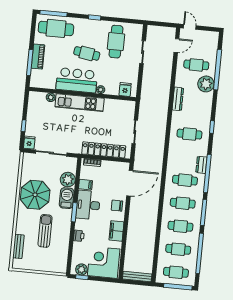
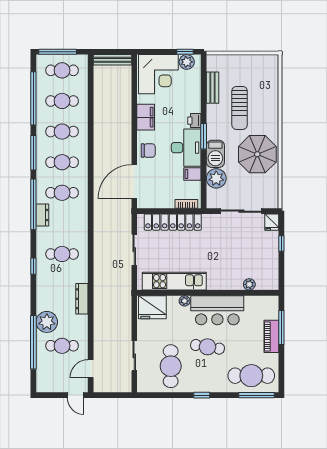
fridge: (125, 89) -> (152, 307), width x1.88, depth x1.34
kitchen unit: (80, 103) -> (174, 281), moved
printer: (79, 236) -> (194, 121), moved
bench: (18, 246) -> (212, 88), moved

